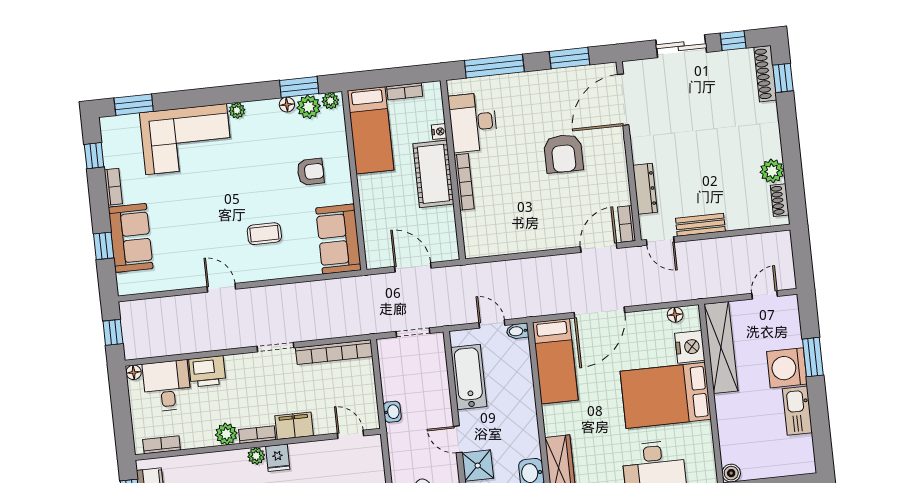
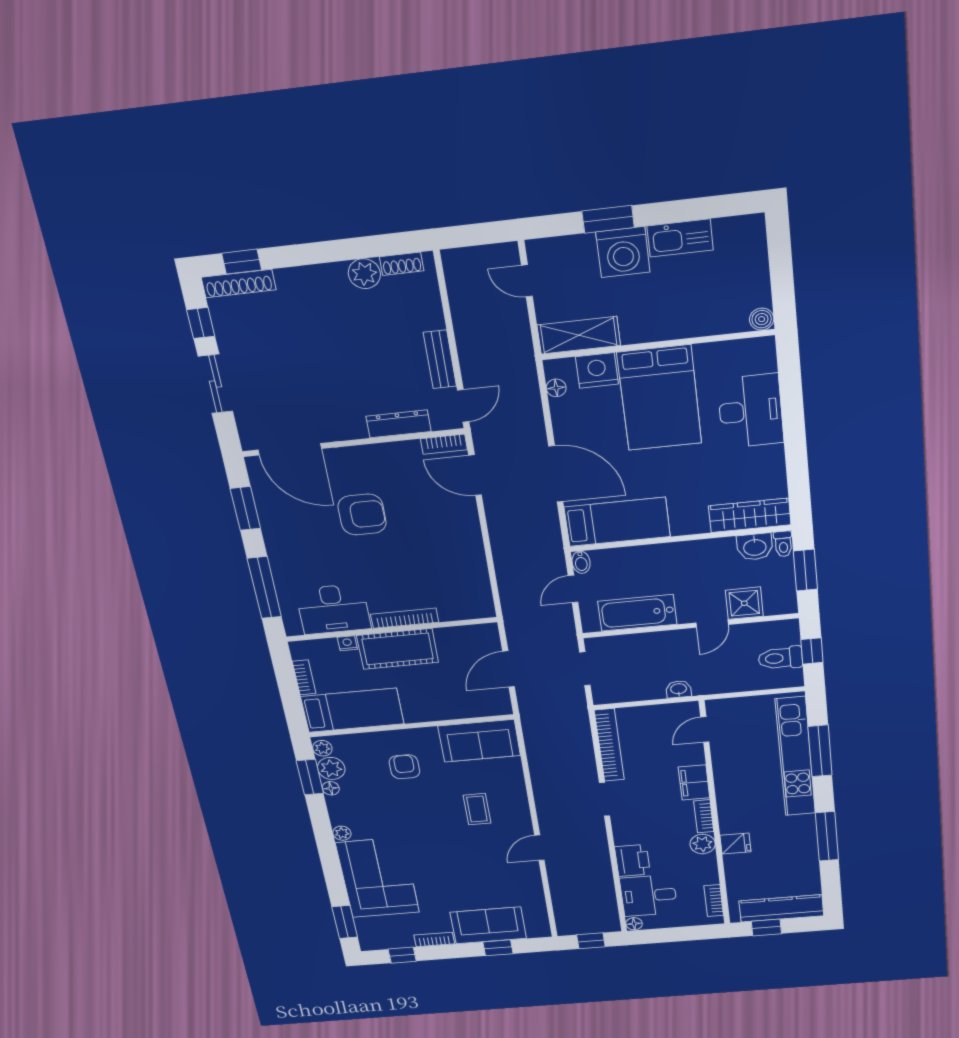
shelving: (721, 347) -> (579, 335), width x0.68
plant: (256, 456) -> (728, 817), removed
fridge: (278, 458) -> (735, 844), moved

